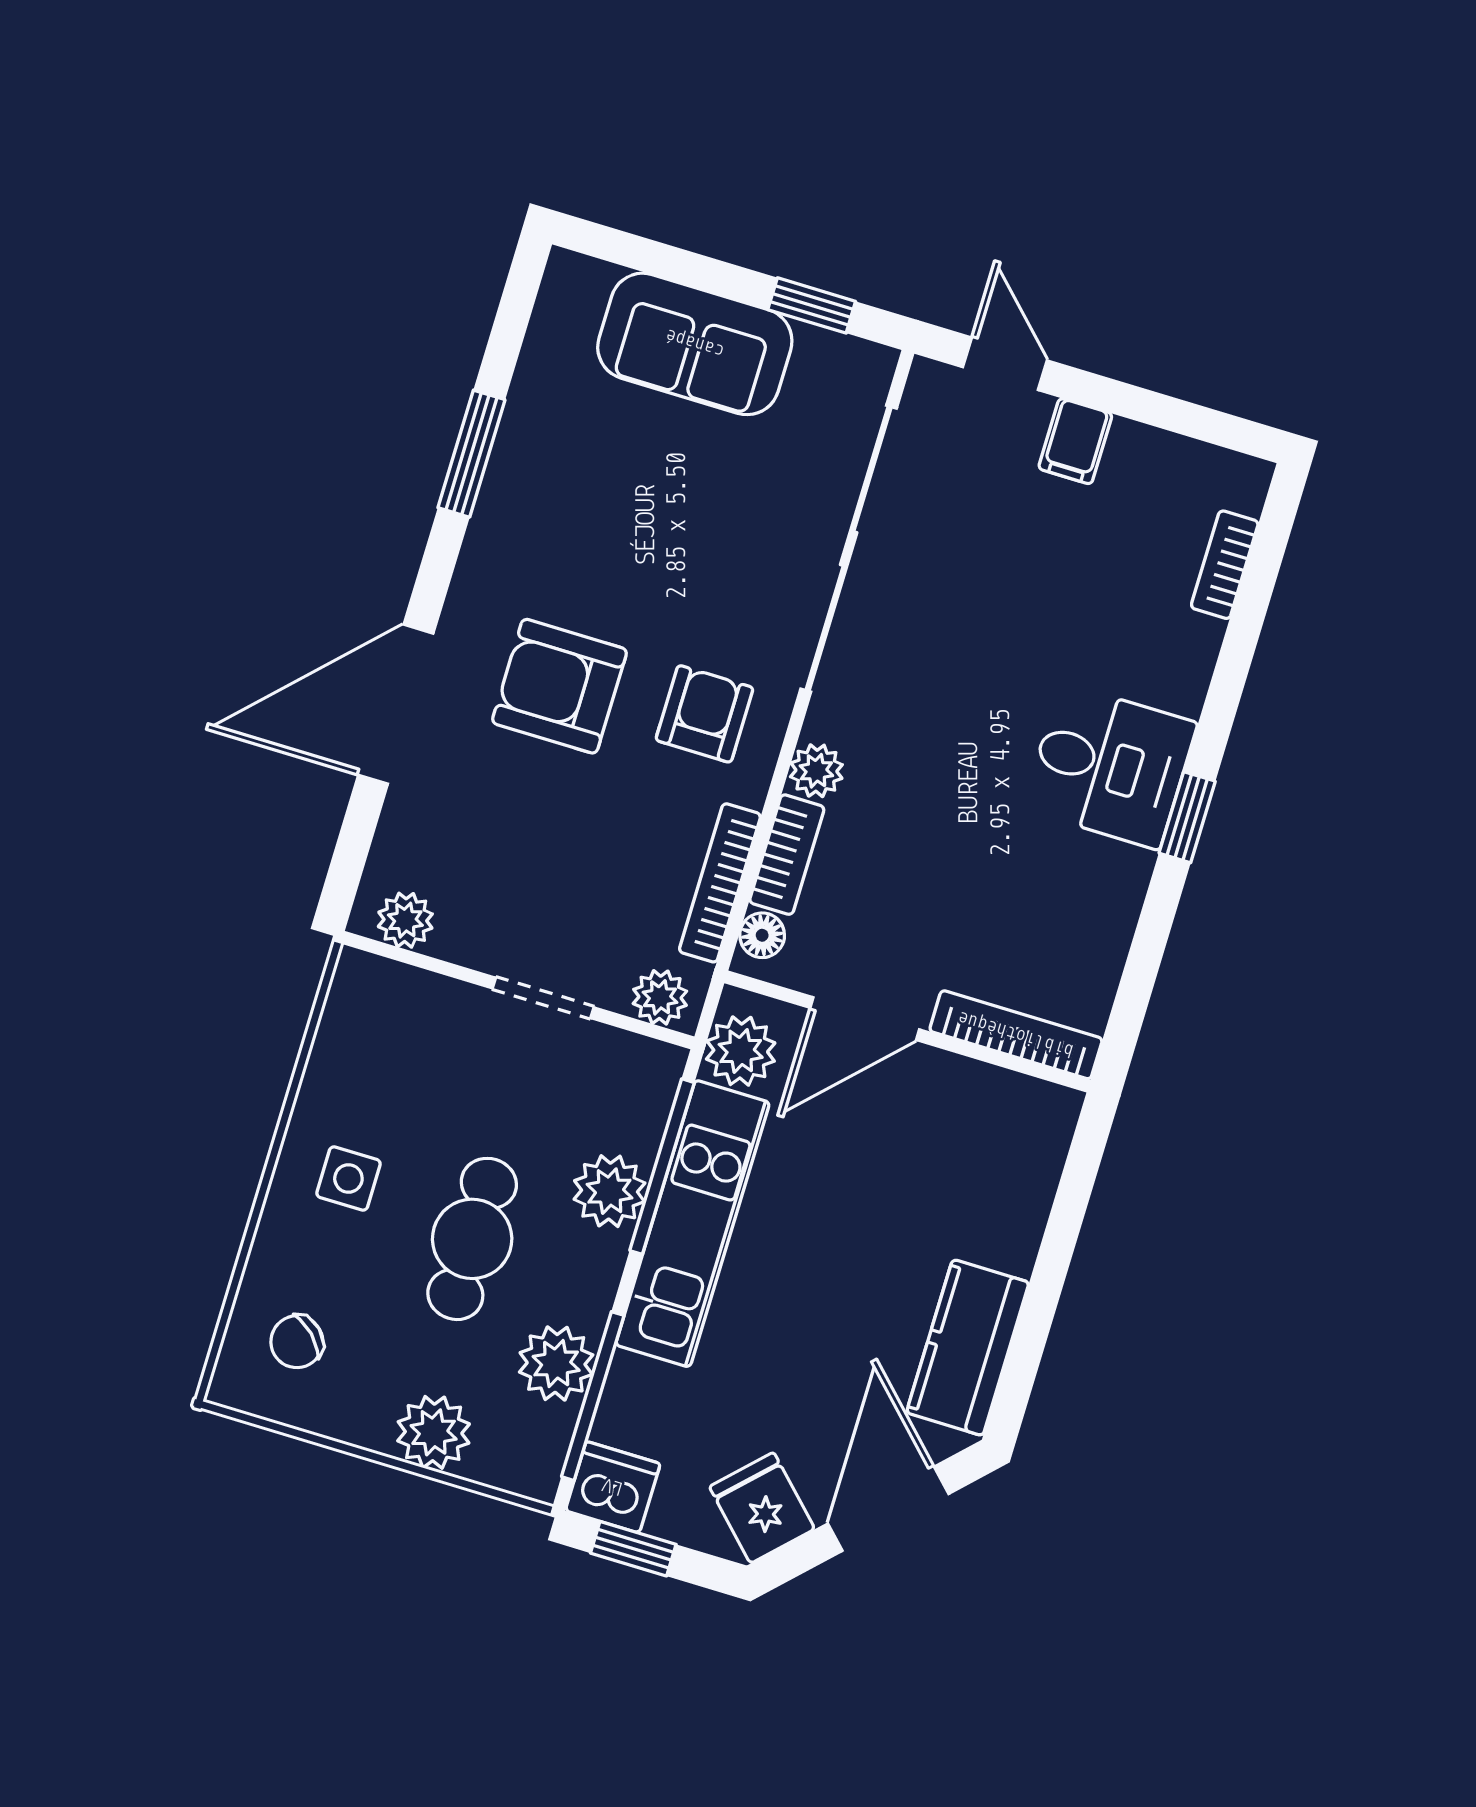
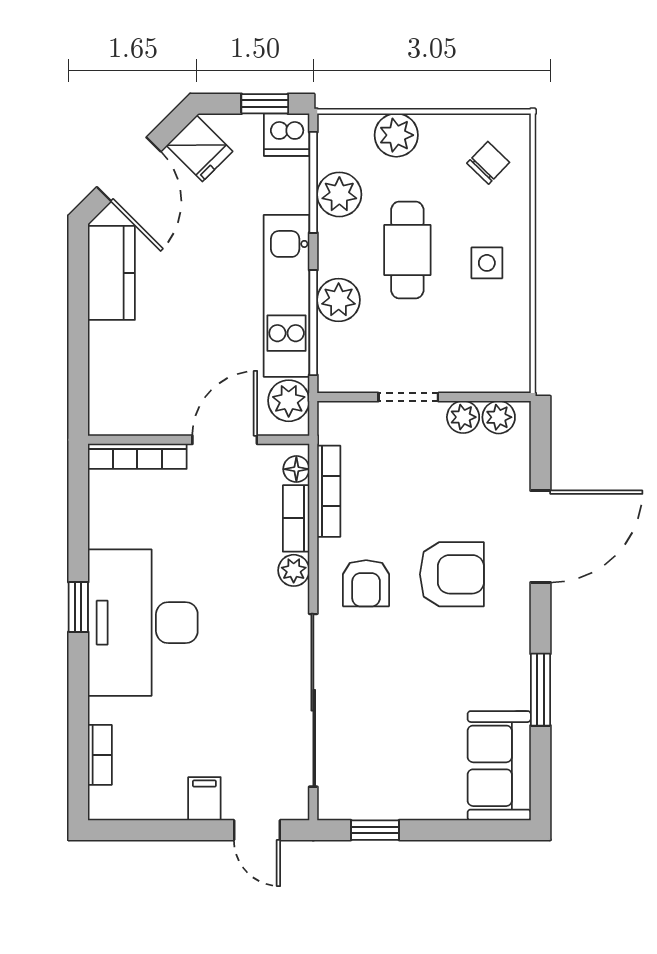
sofa: (695, 344) -> (499, 766), moved, turned -90
desk: (1110, 766) -> (143, 623), width x1.87, depth x1.30
plant: (660, 997) -> (463, 417), moved

